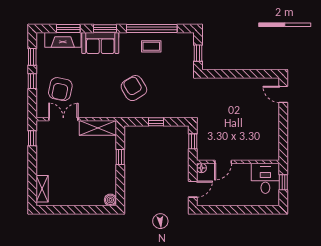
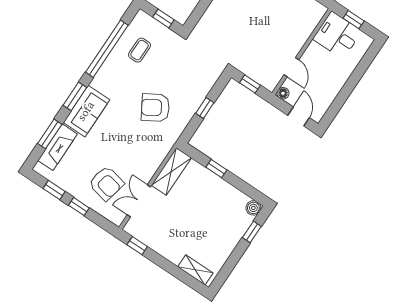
coffee table: (151, 46) -> (140, 50), moved
window: (93, 210) -> (252, 232), added

